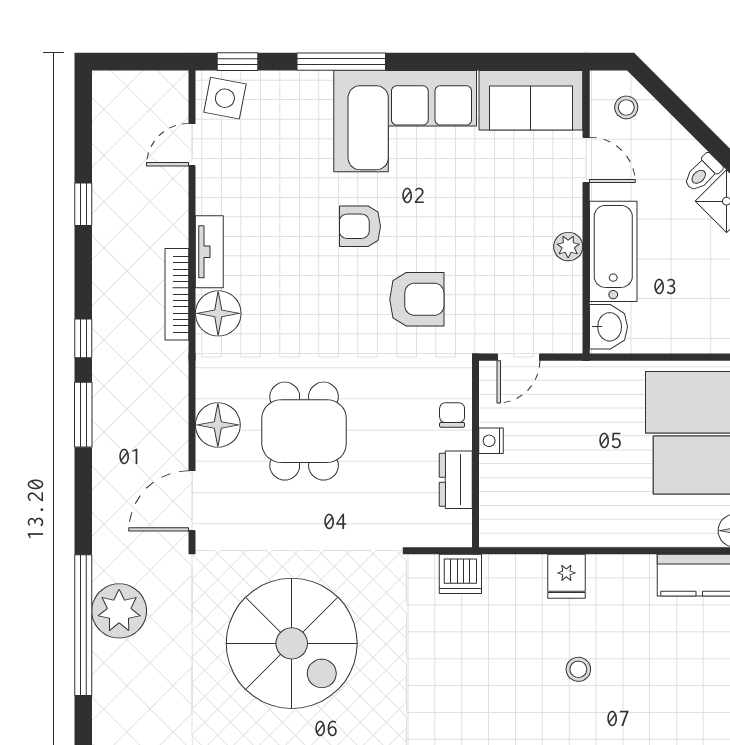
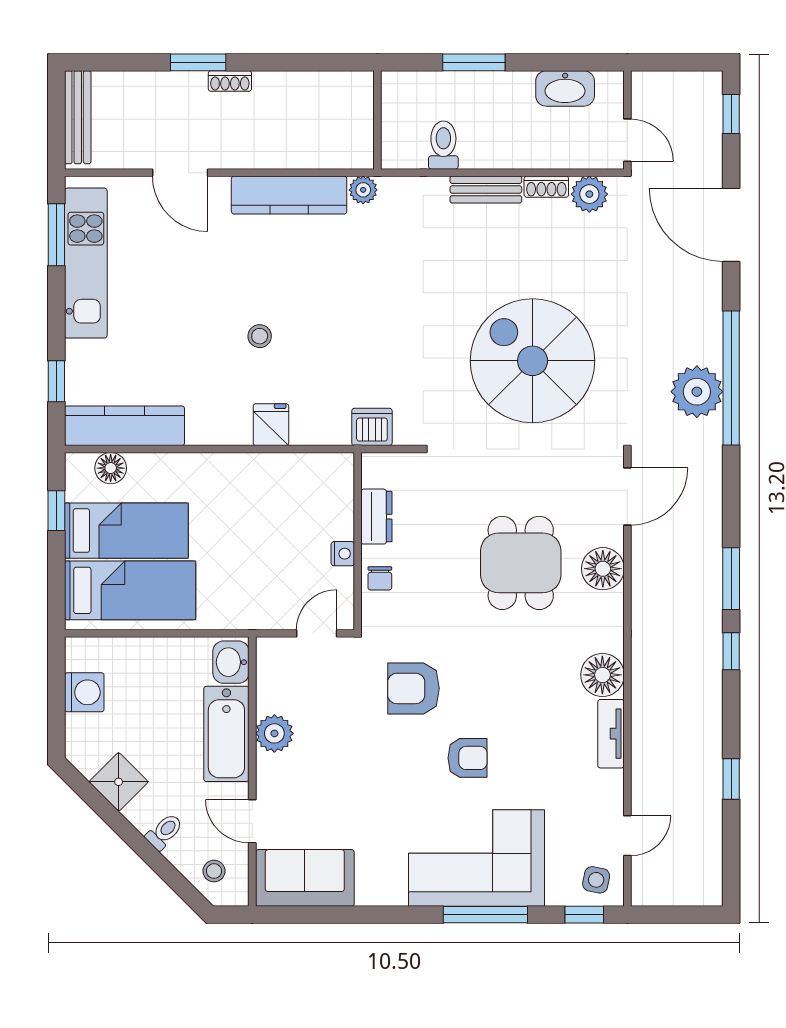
side table: (225, 98) -> (596, 880), width x0.73, depth x0.73
corner sofa: (405, 121) -> (477, 858), moved
toilet: (703, 173) -> (164, 832), moved
plant: (568, 247) -> (274, 733), width x1.38, depth x1.38
bookcase: (177, 294) -> (642, 693), removed

